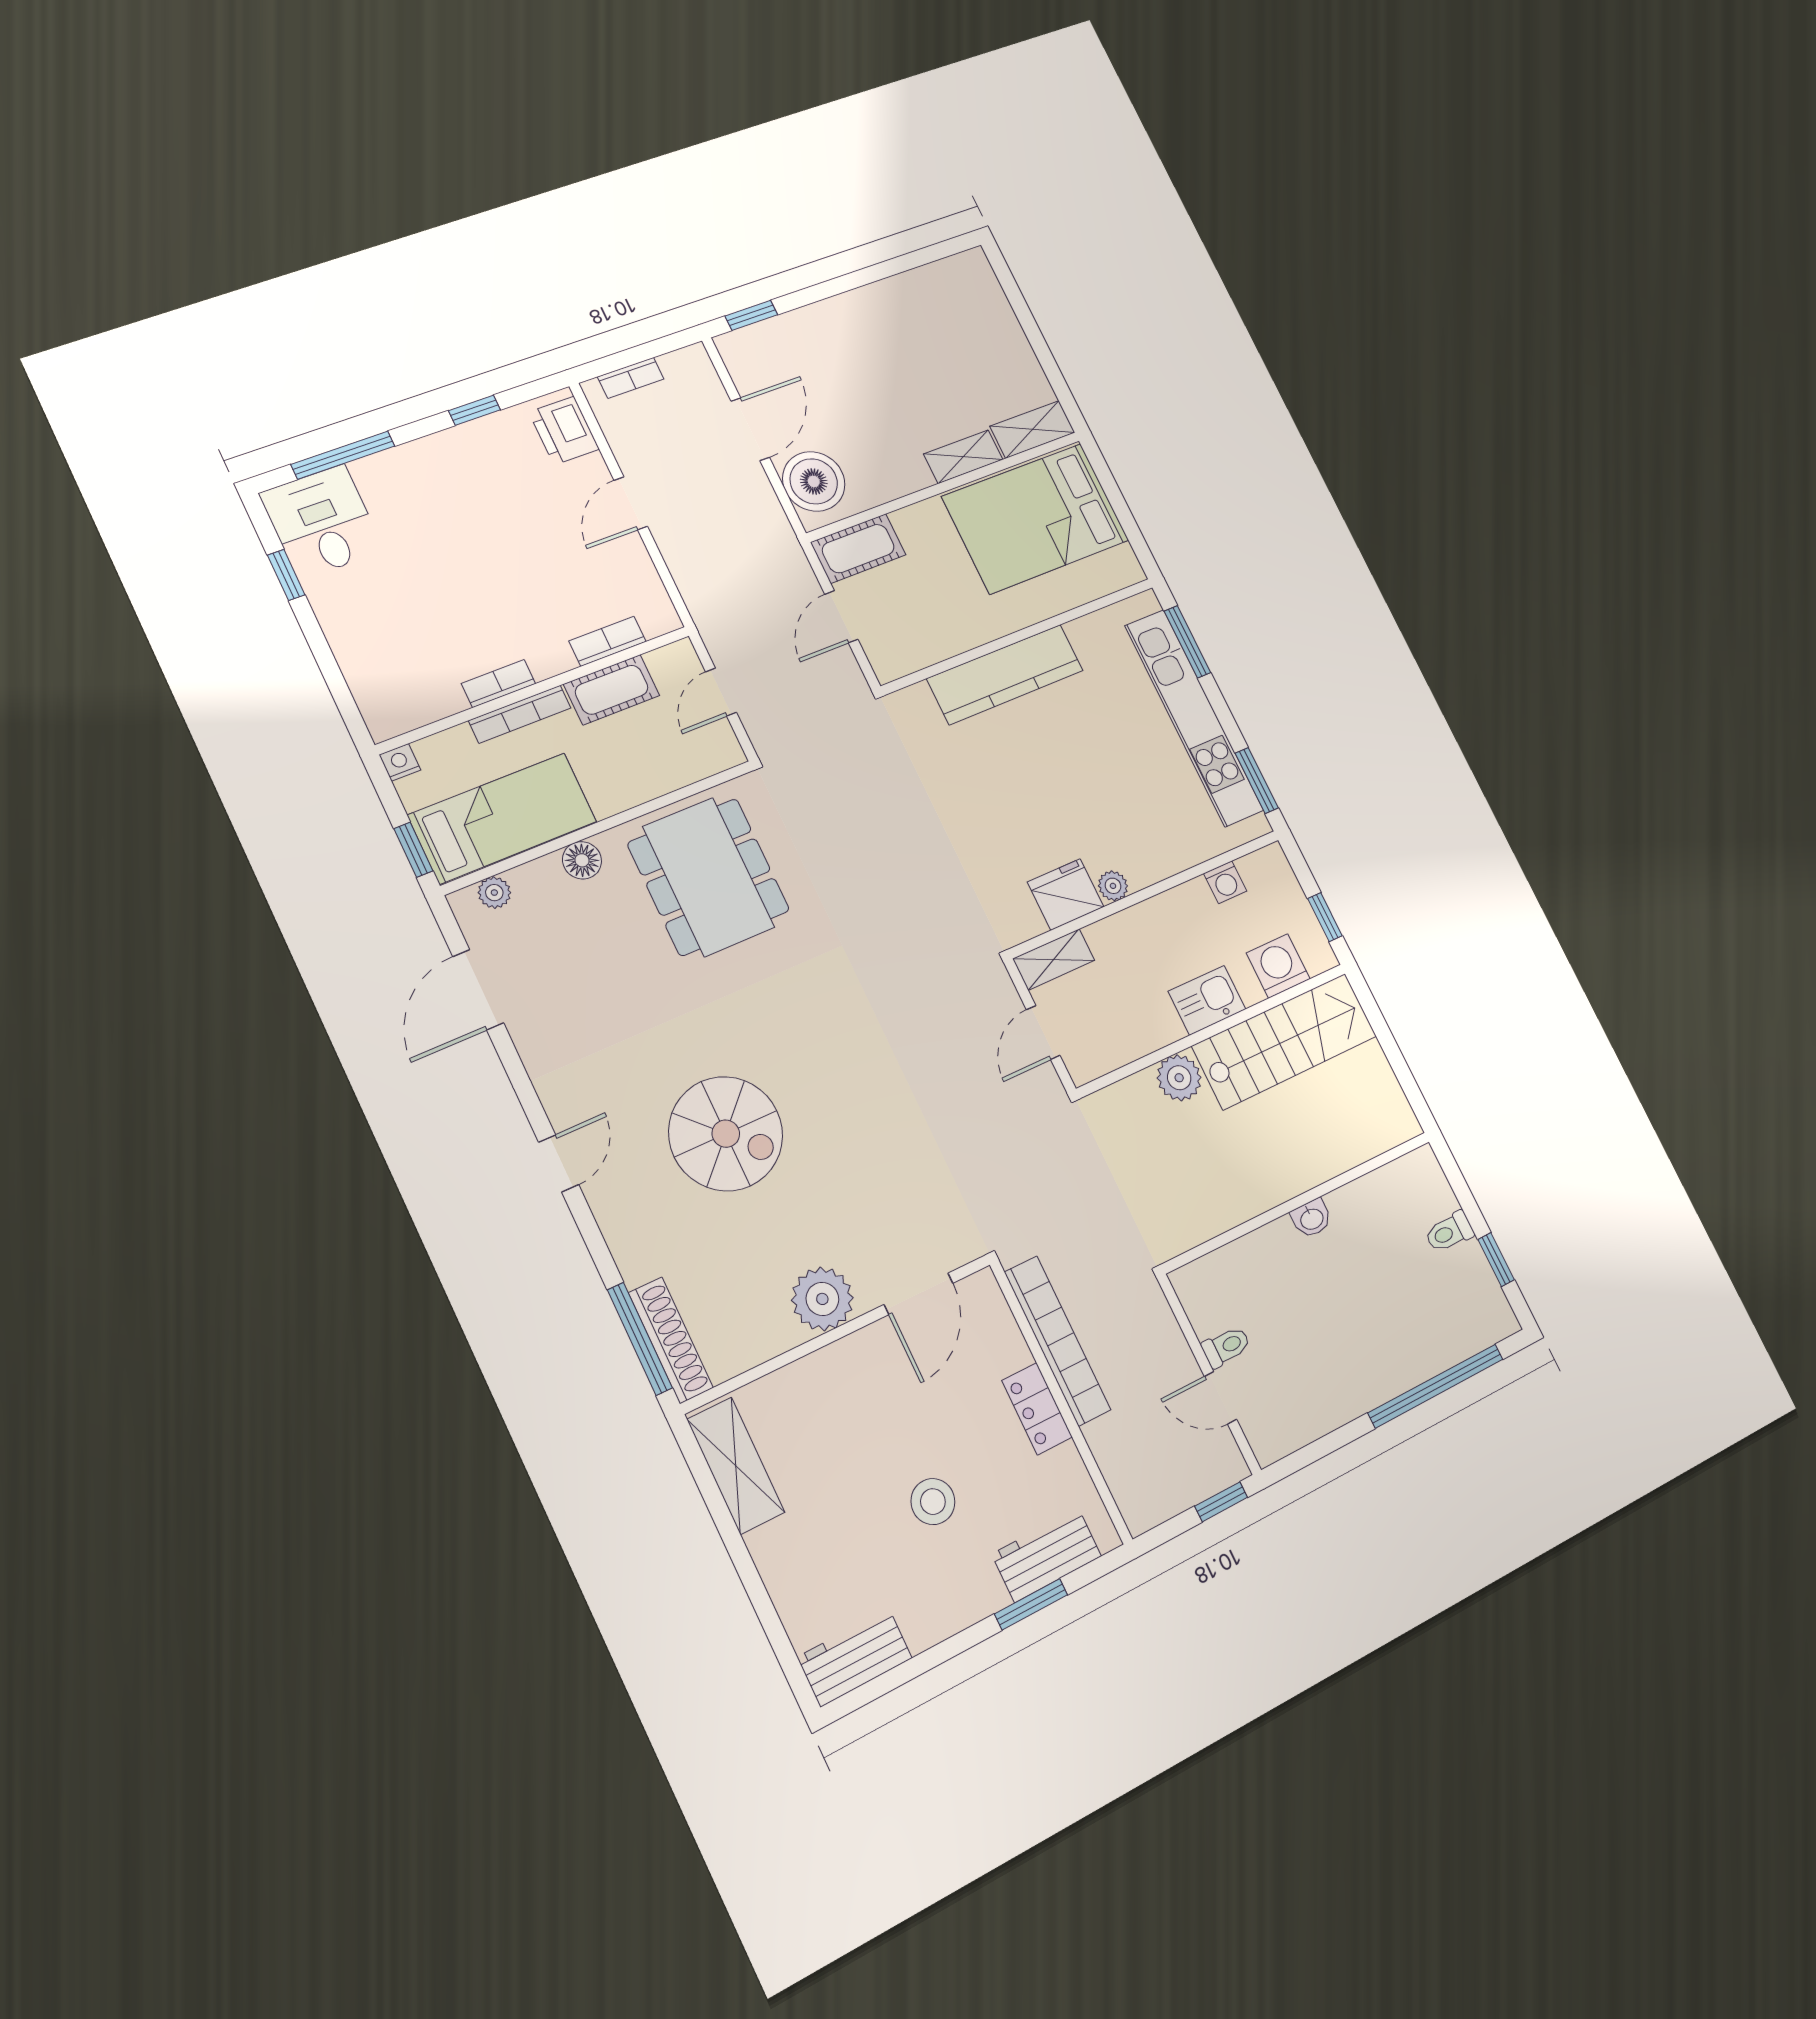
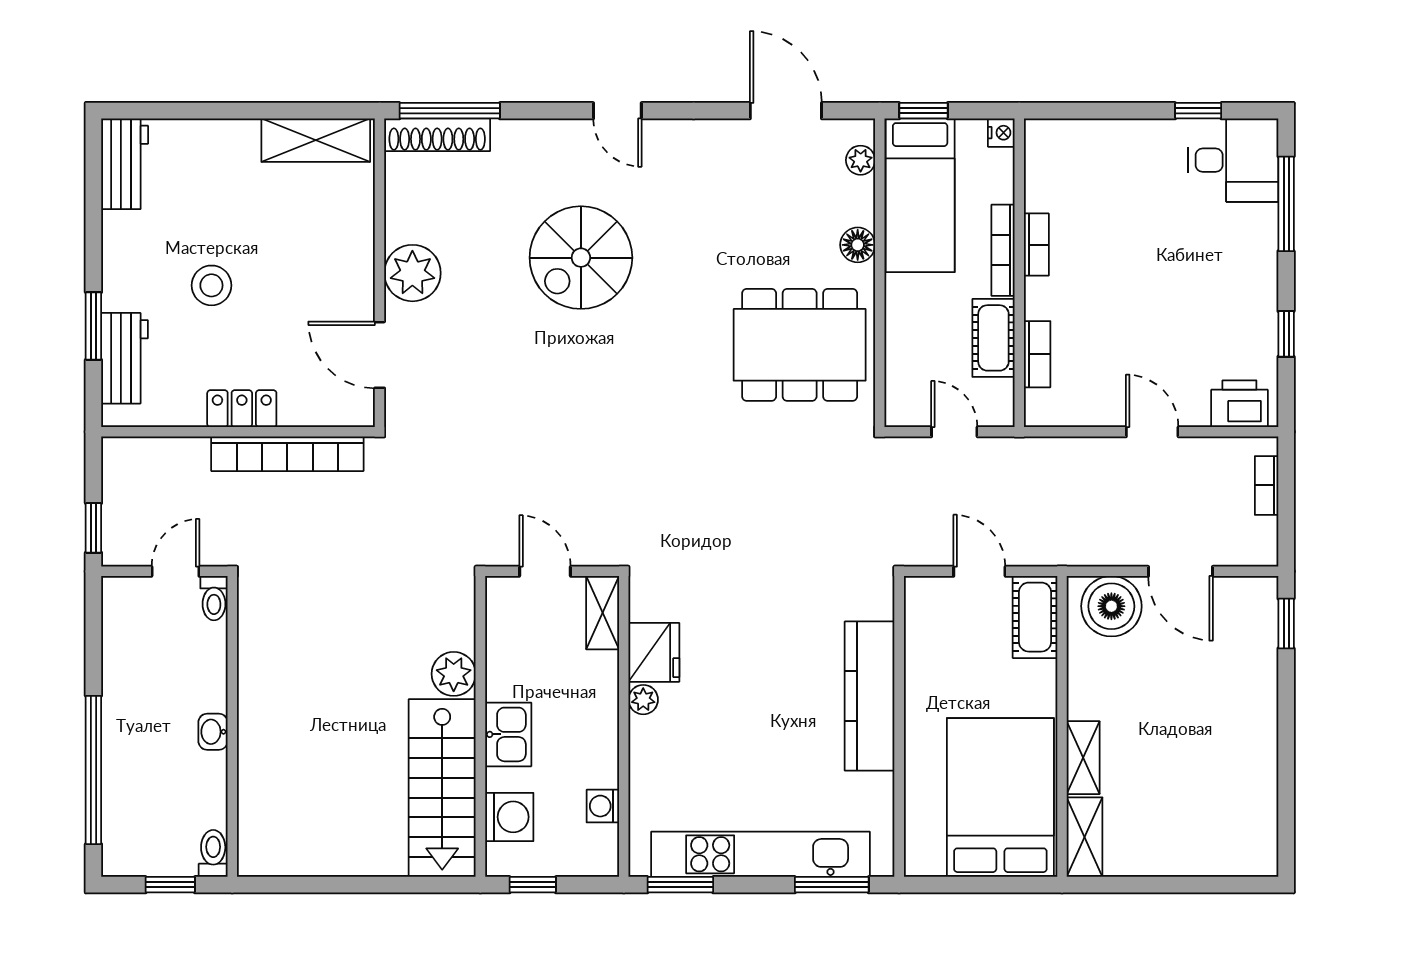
wall: (1298, 1202) -> (232, 726), moved
washbasin: (1312, 1218) -> (213, 732), moved

